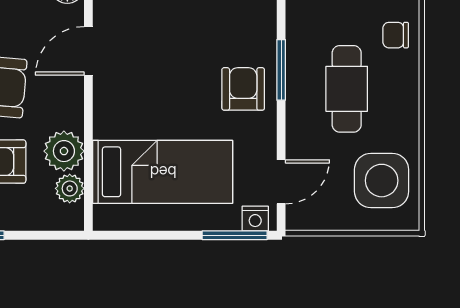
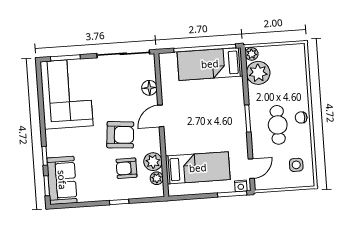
chair: (396, 35) -> (301, 117), moved
armchair: (243, 89) -> (231, 128), removed
side table: (382, 181) -> (296, 165), width x0.54, depth x0.54

